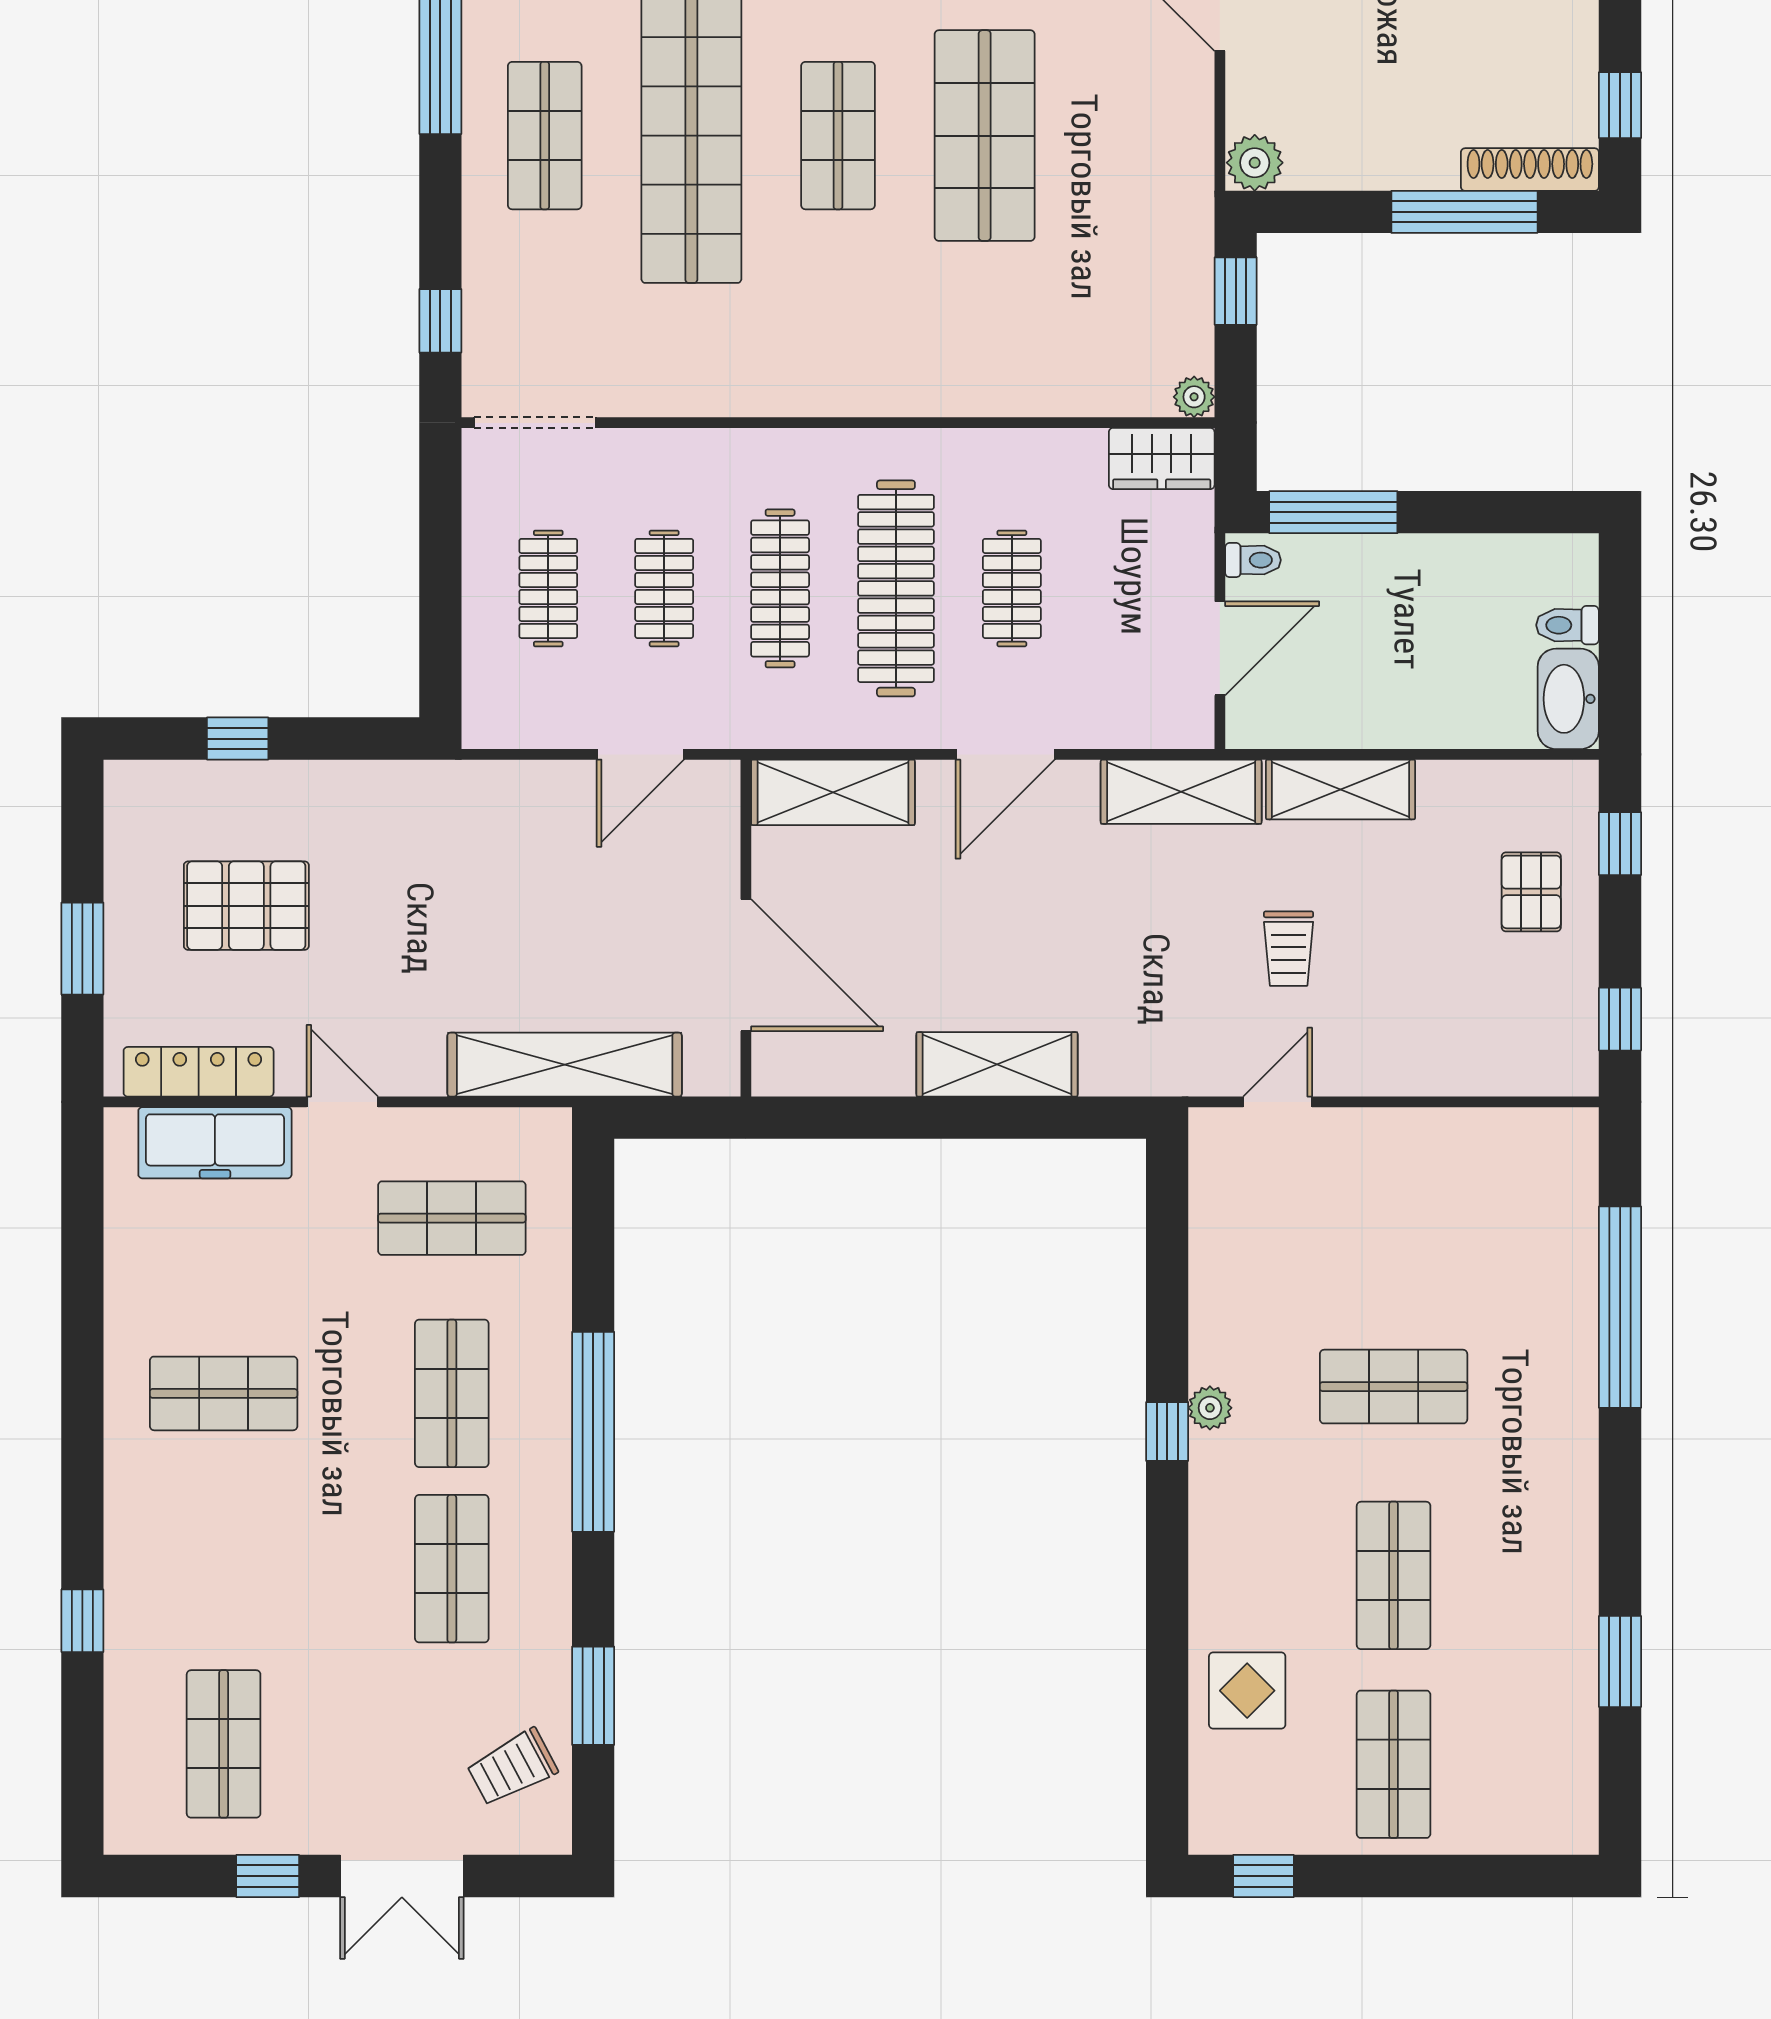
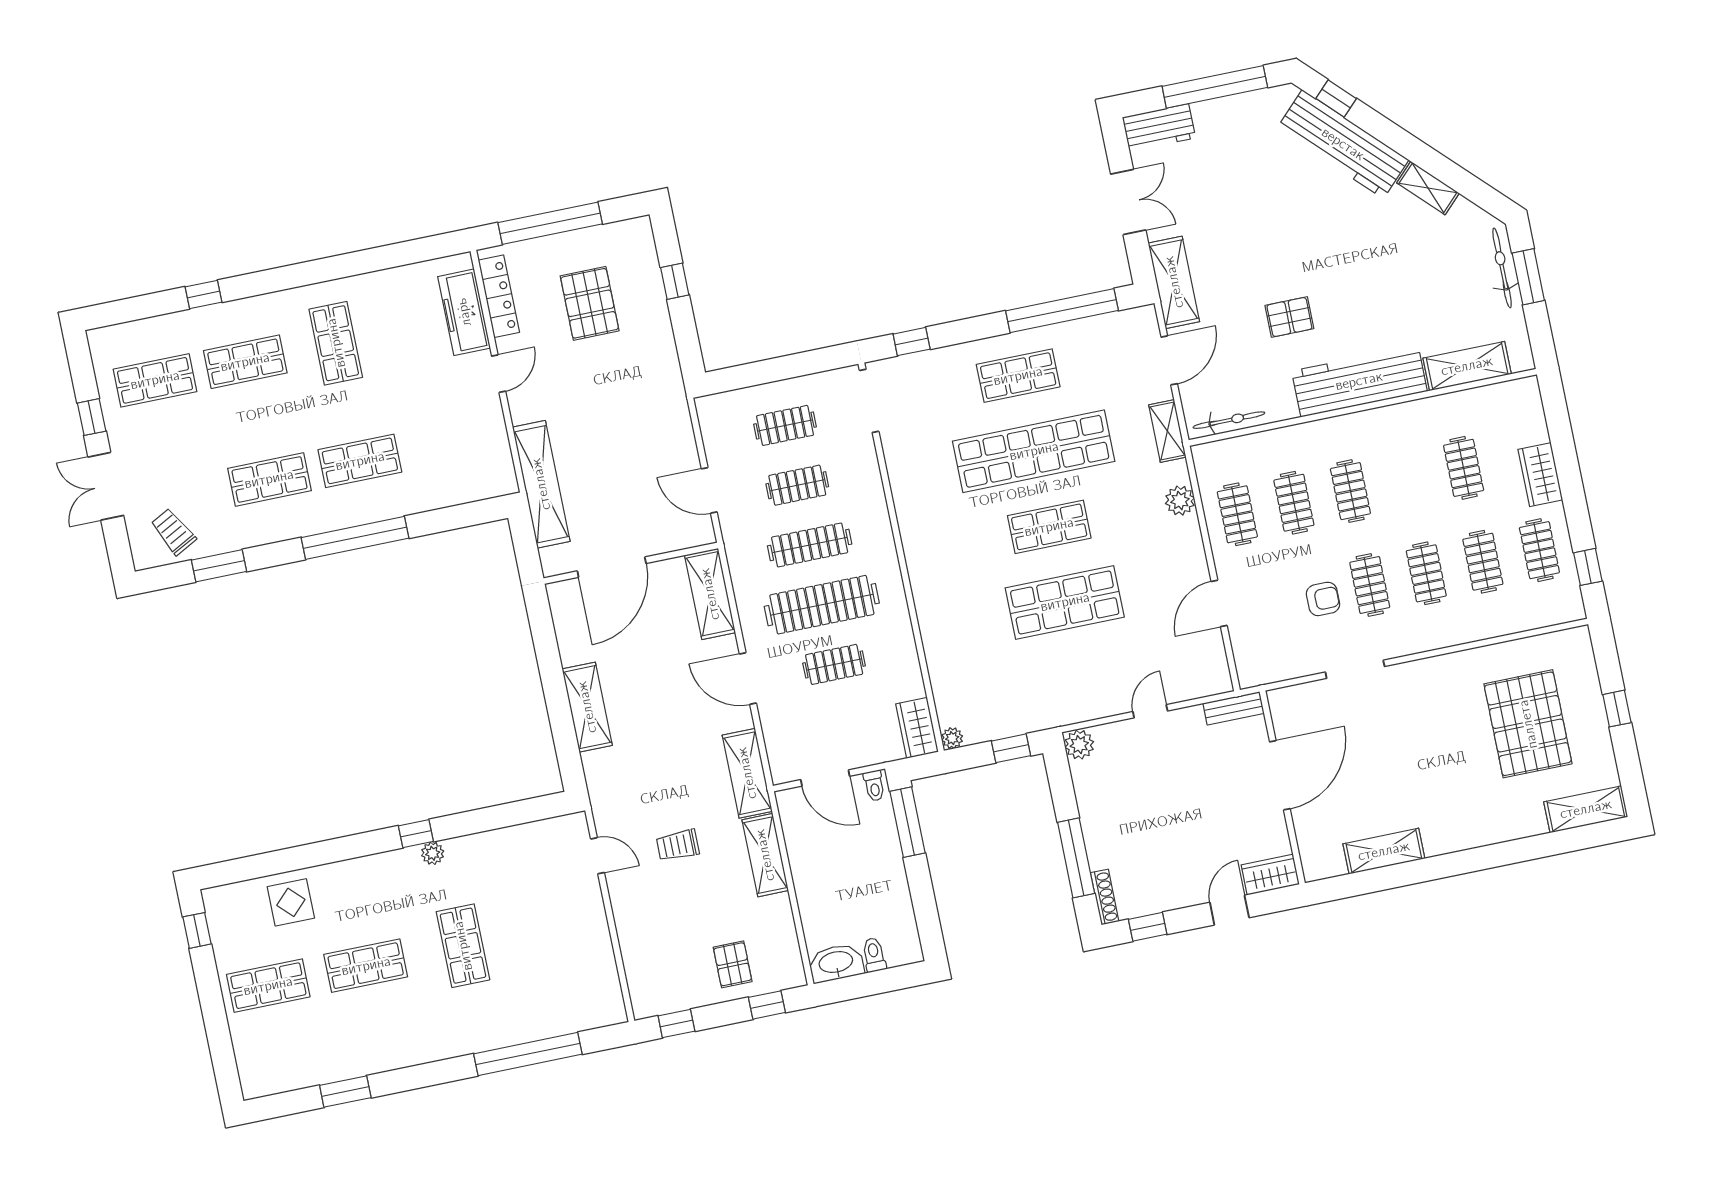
shoe rack: (1530, 170) -> (1105, 897), width x0.74, depth x0.81
pallet: (1531, 892) -> (733, 964), turned 90
window: (82, 949) -> (550, 223), width x2.11
shop shelf: (452, 1218) -> (245, 362), moved, turned 90

